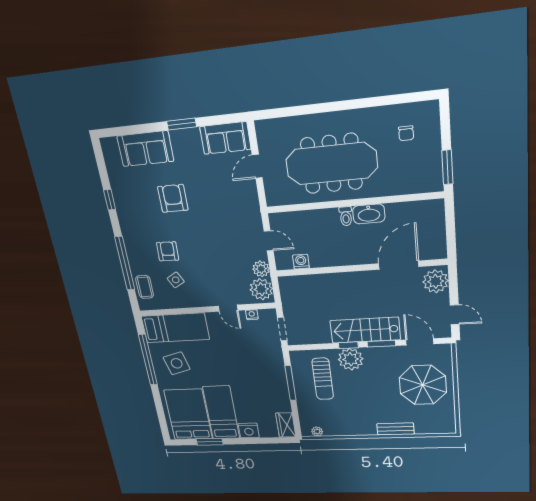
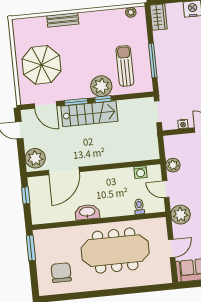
chair: (406, 133) -> (61, 273), width x1.87, depth x1.87
toilet: (346, 216) -> (139, 207), moved
window: (451, 236) -> (26, 195), added
plant: (261, 289) -> (180, 215), moved

